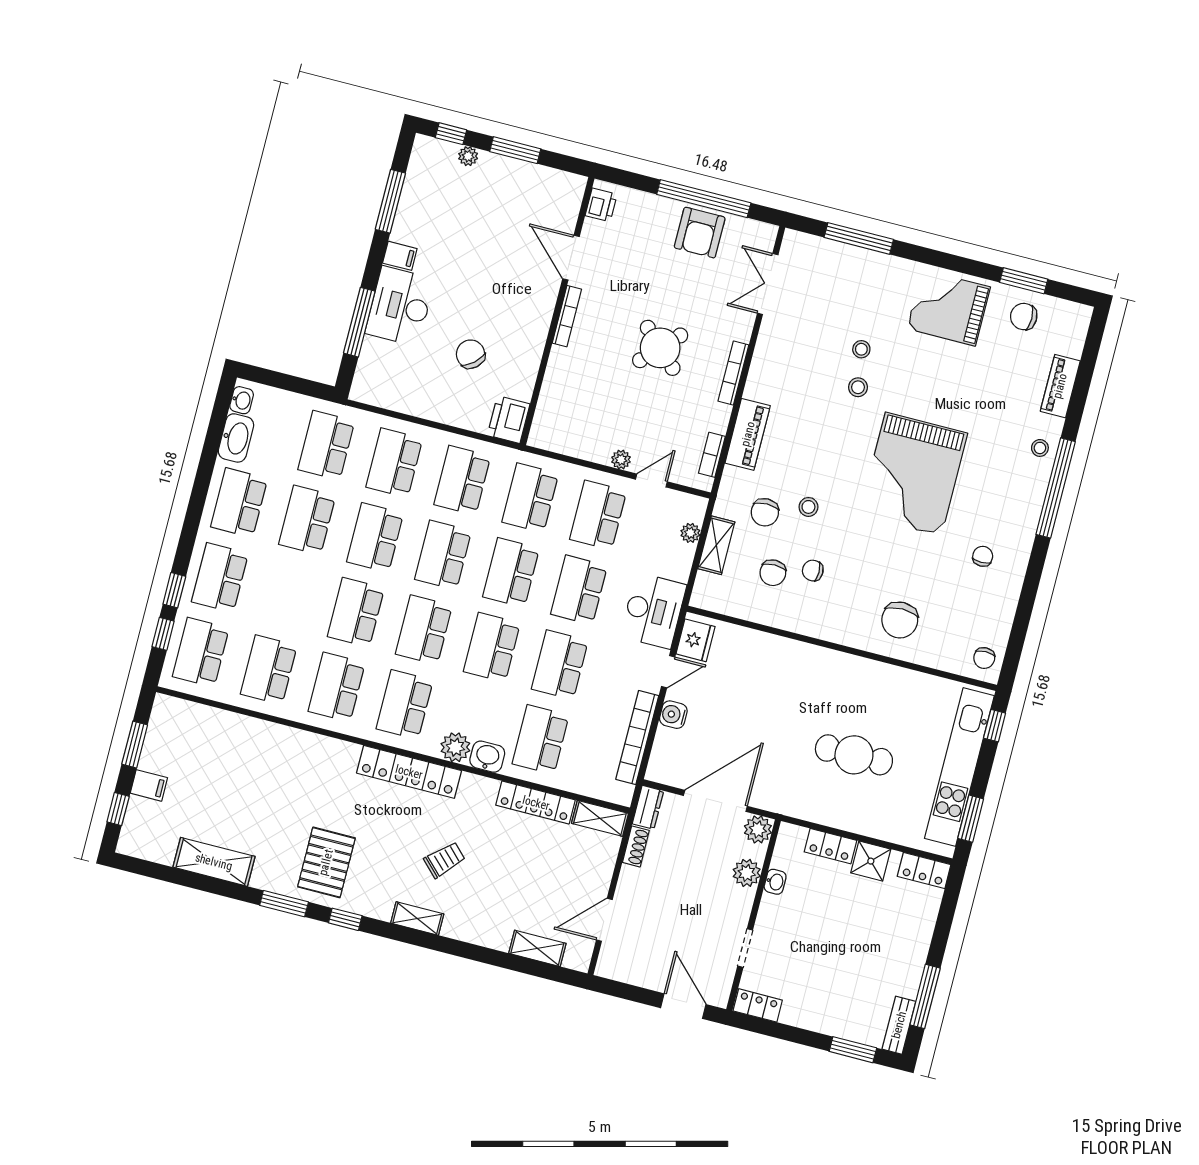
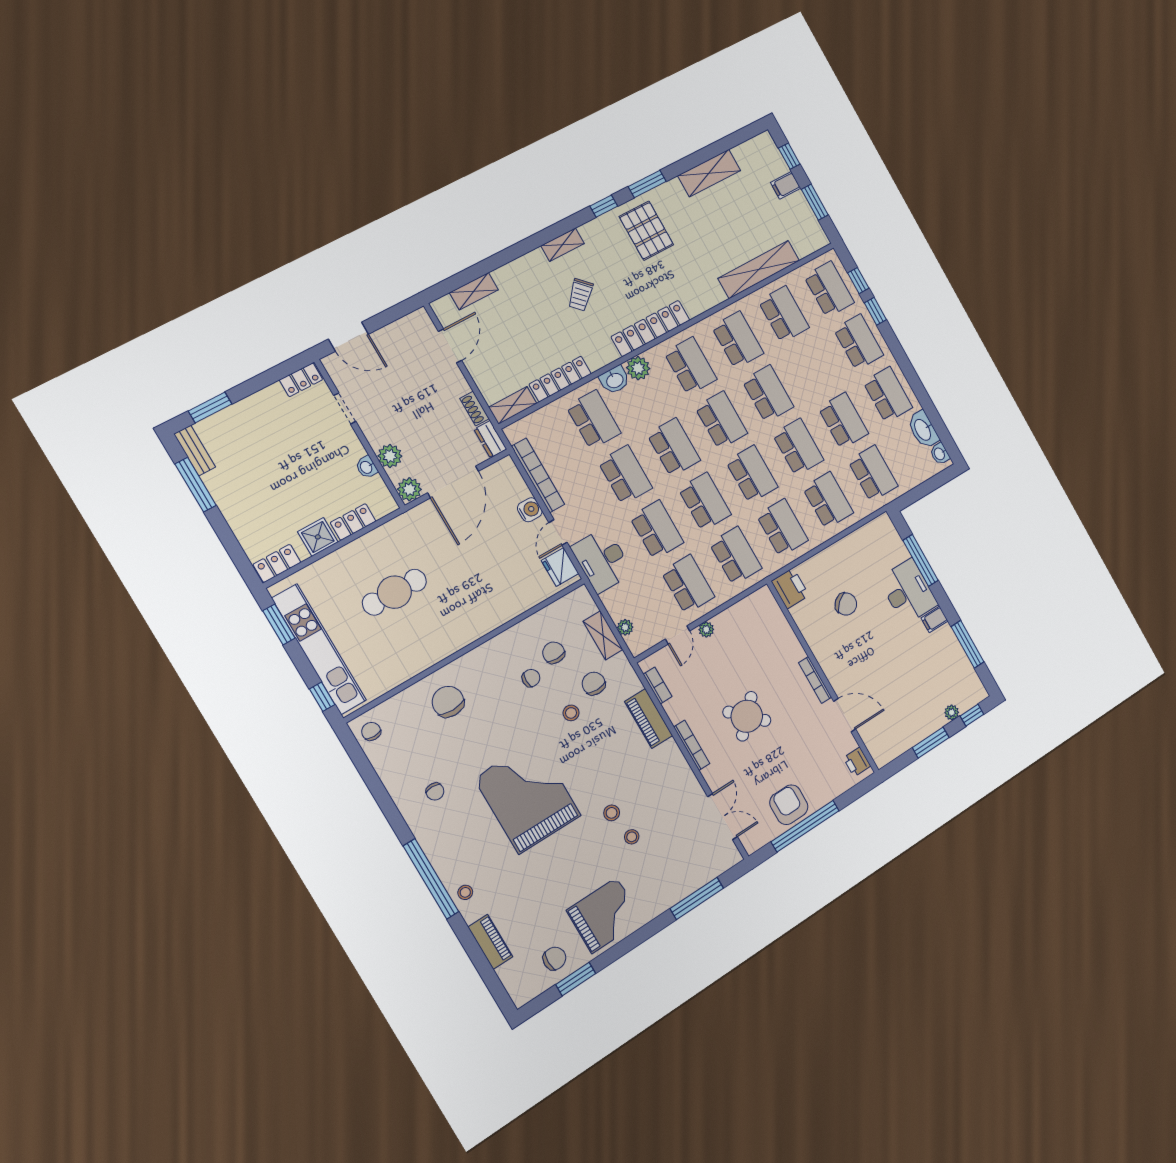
shelving: (252, 732) -> (759, 269), added

